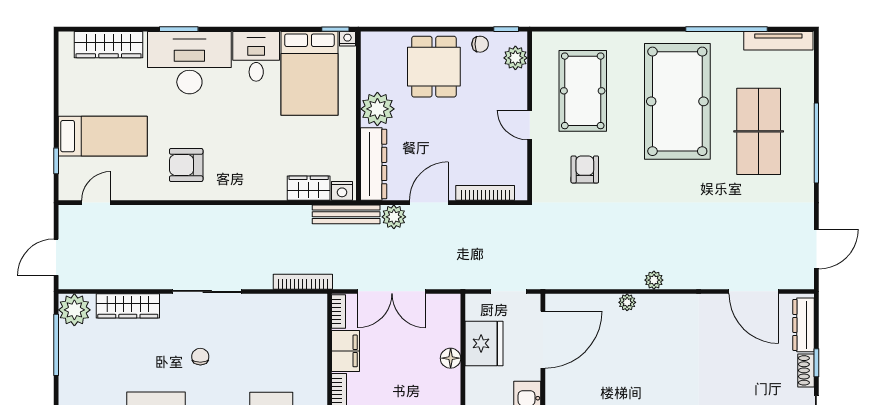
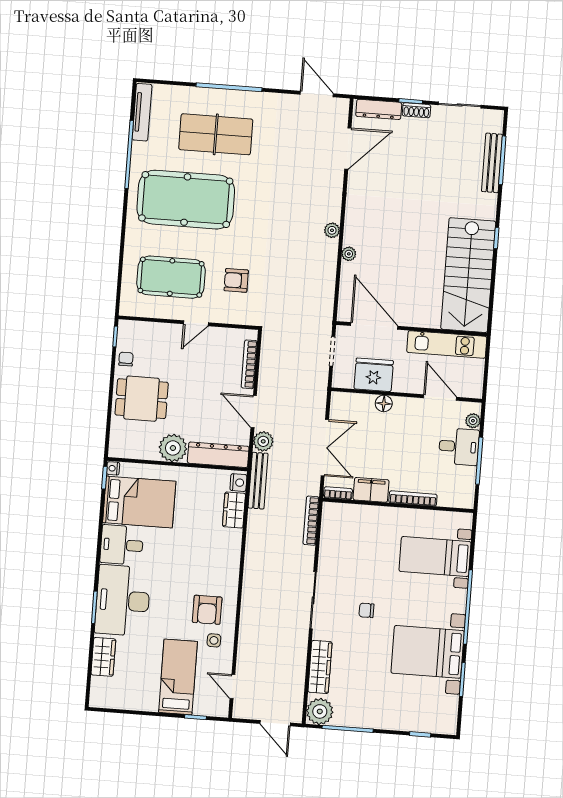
wardrobe: (109, 45) -> (103, 657), width x0.67
plant: (515, 58) -> (140, 331), removed
side table: (150, 176) -> (214, 640), added

